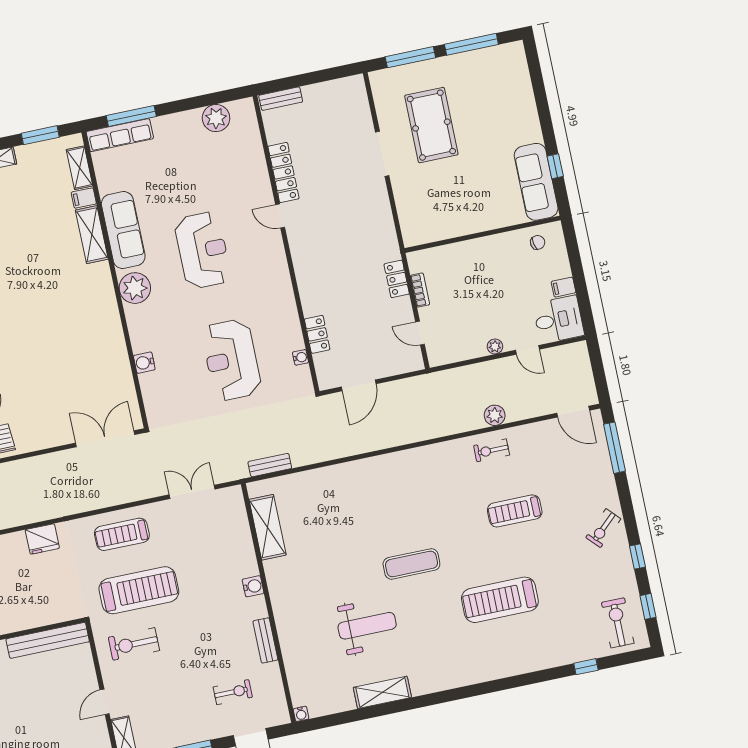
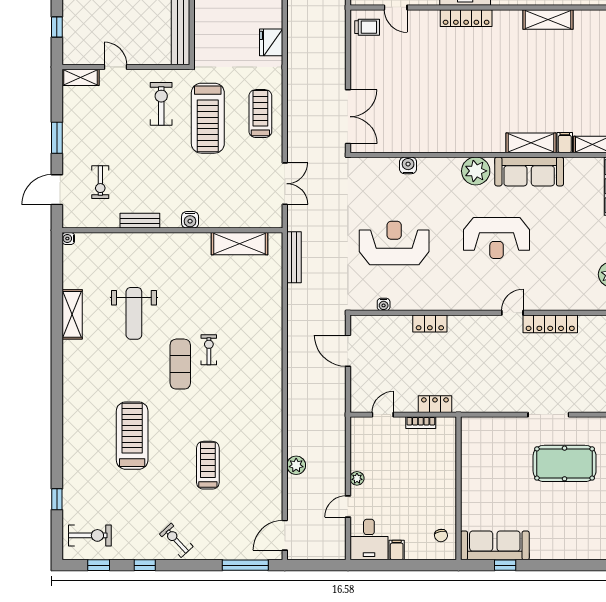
locker: (317, 334) -> (430, 323), moved
exercise bike: (492, 450) -> (209, 350), moved
bench: (270, 465) -> (294, 257), width x1.36

